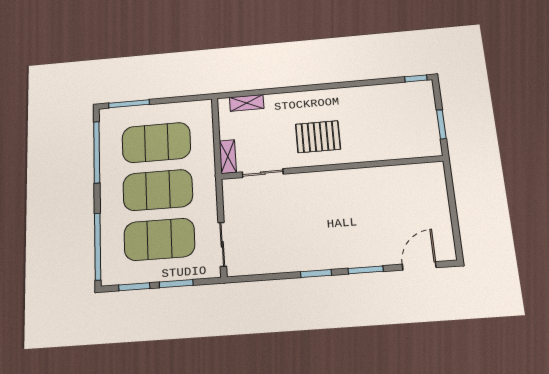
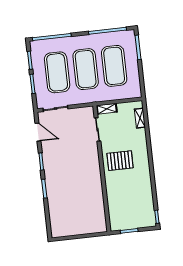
pallet: (318, 137) -> (120, 161), turned 90
door: (419, 266) -> (38, 132), moved

